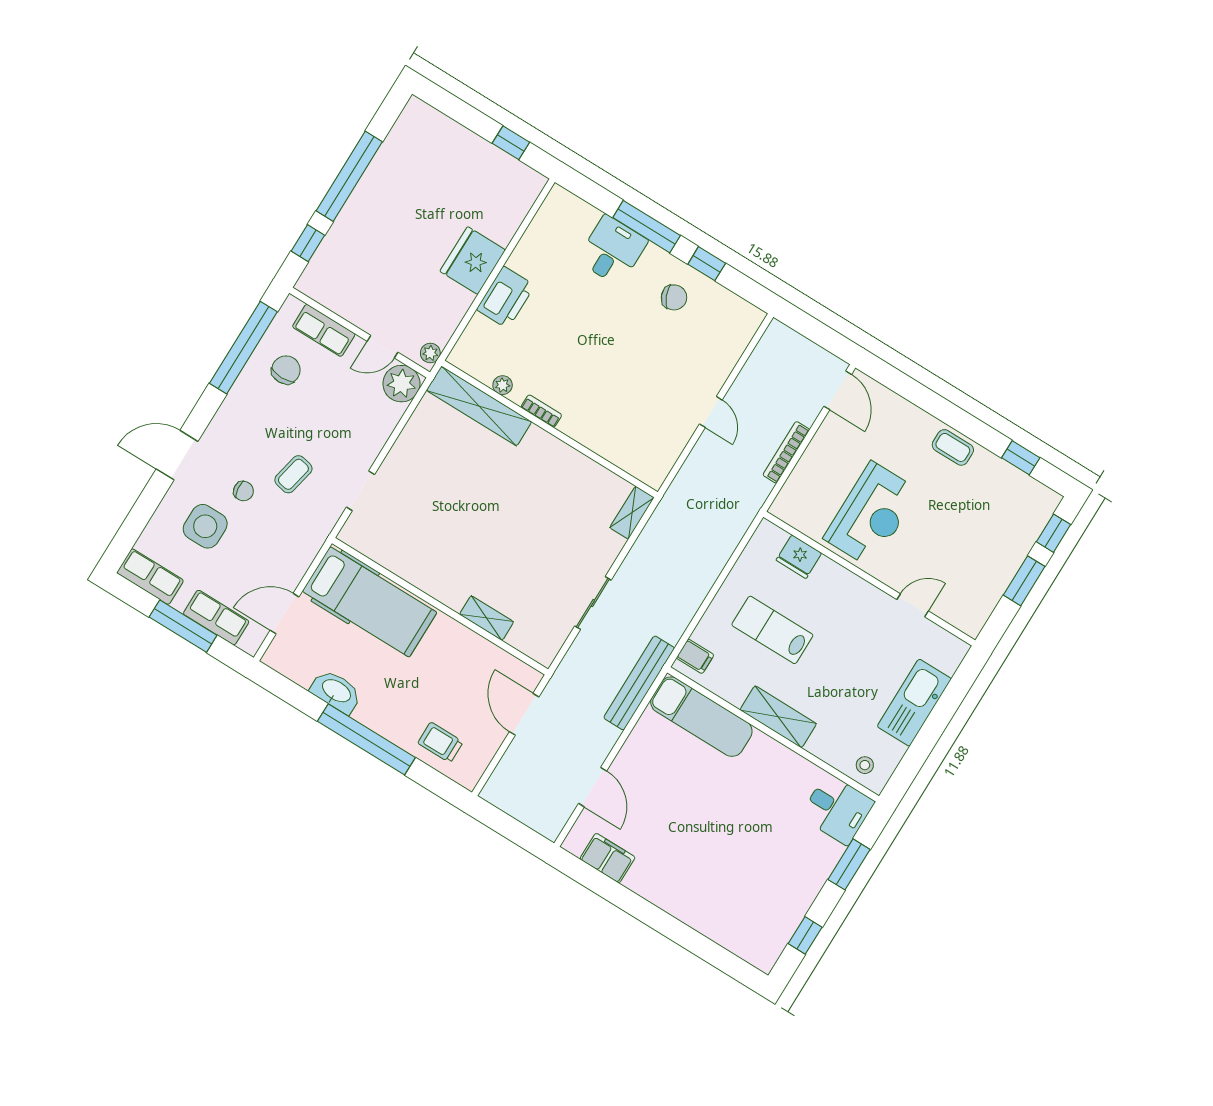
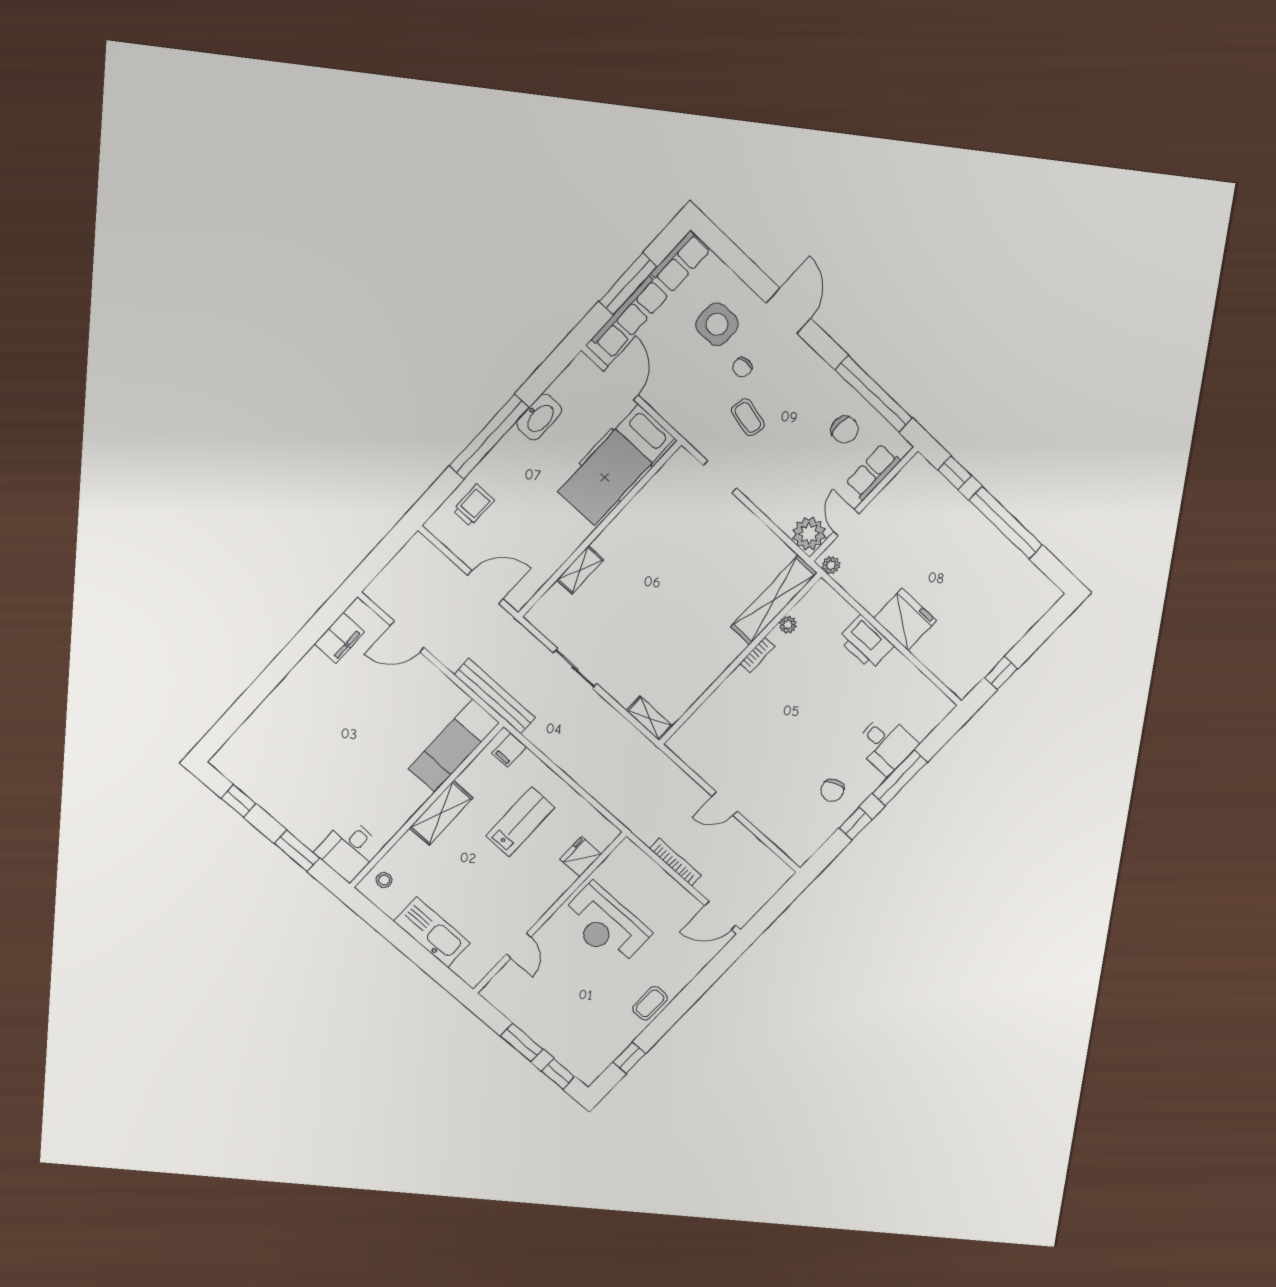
row of seats: (216, 618) -> (630, 317), width x1.48

